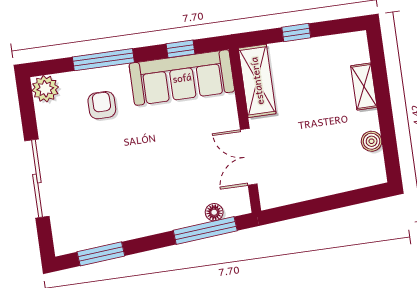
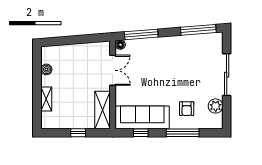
plant: (45, 89) -> (216, 106), moved
floor lamp: (214, 212) -> (120, 45), moved
window: (101, 254) -> (198, 30), width x1.44

